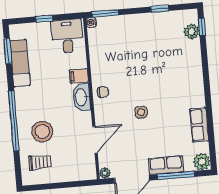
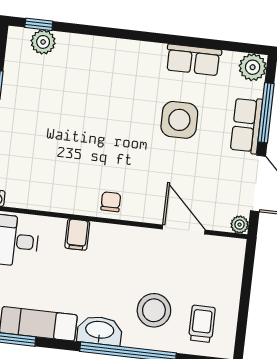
washbasin: (82, 97) -> (100, 331), moved, turned 180
side table: (141, 112) -> (179, 120), moved, width x1.87, depth x1.87

